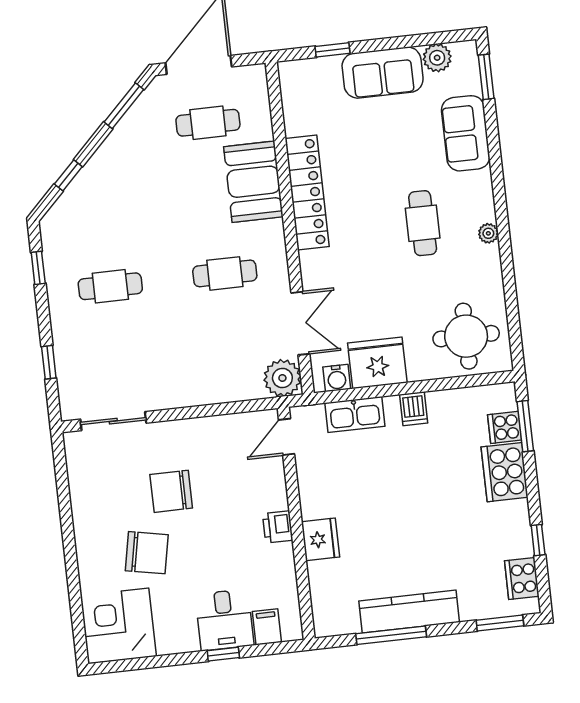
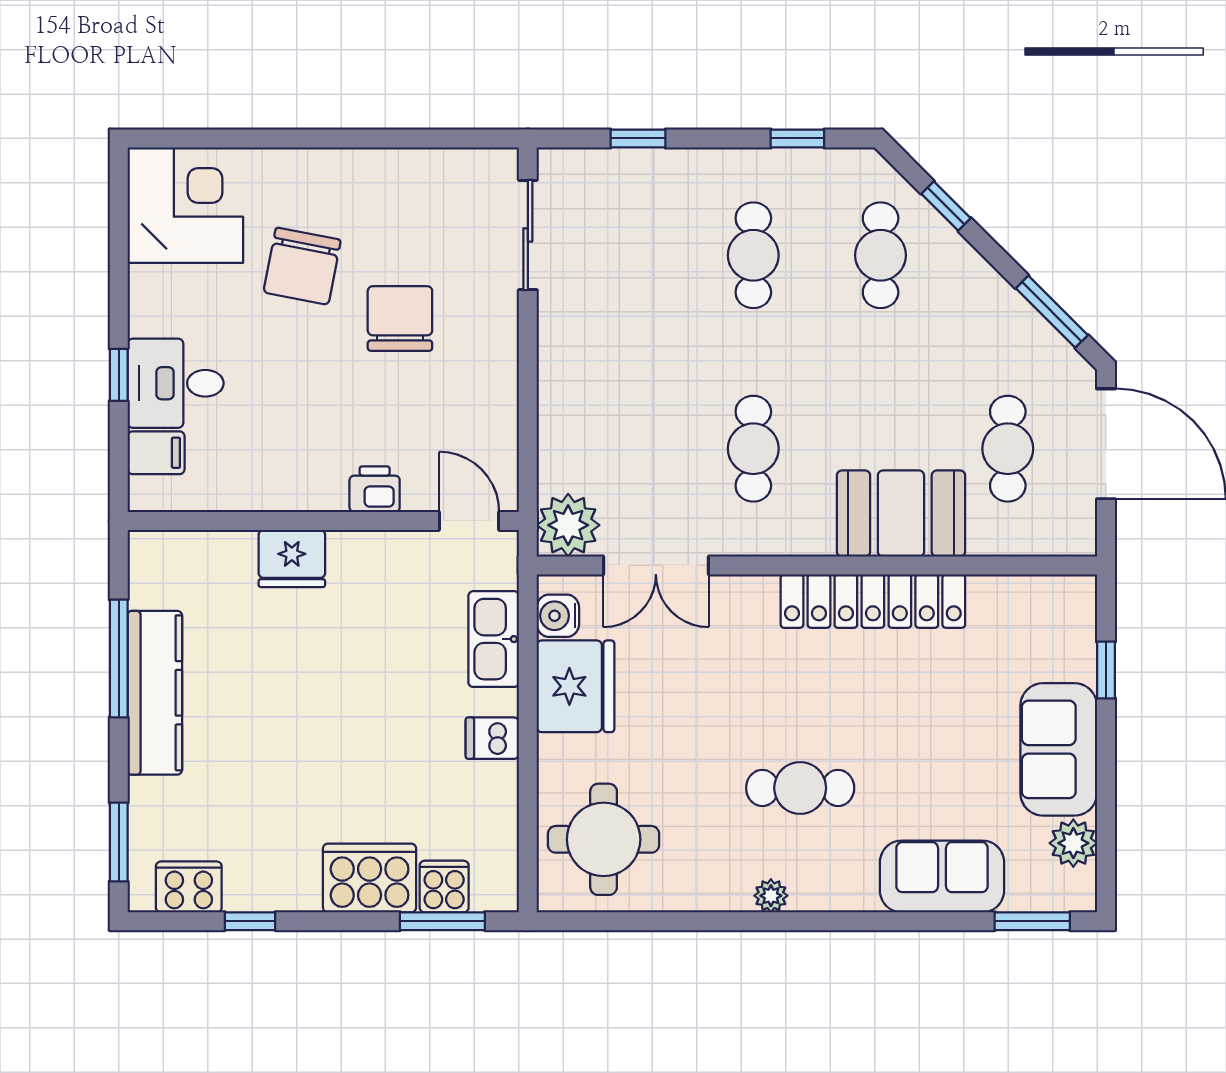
cafe table: (102, 211) -> (881, 255), added
printer: (278, 527) -> (375, 489), moved

